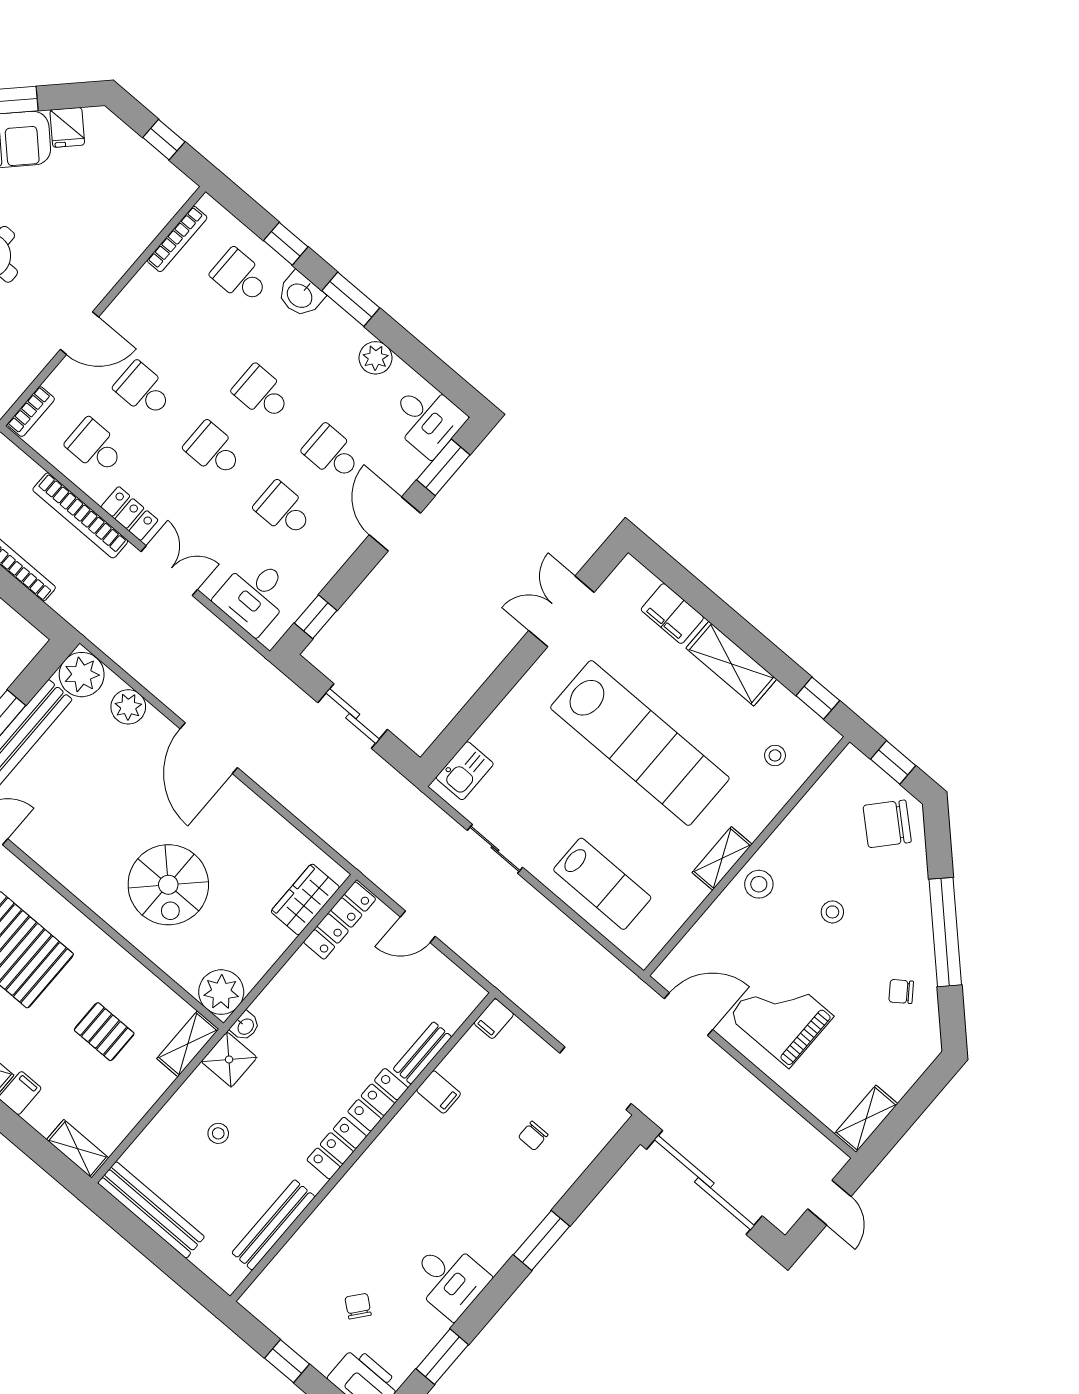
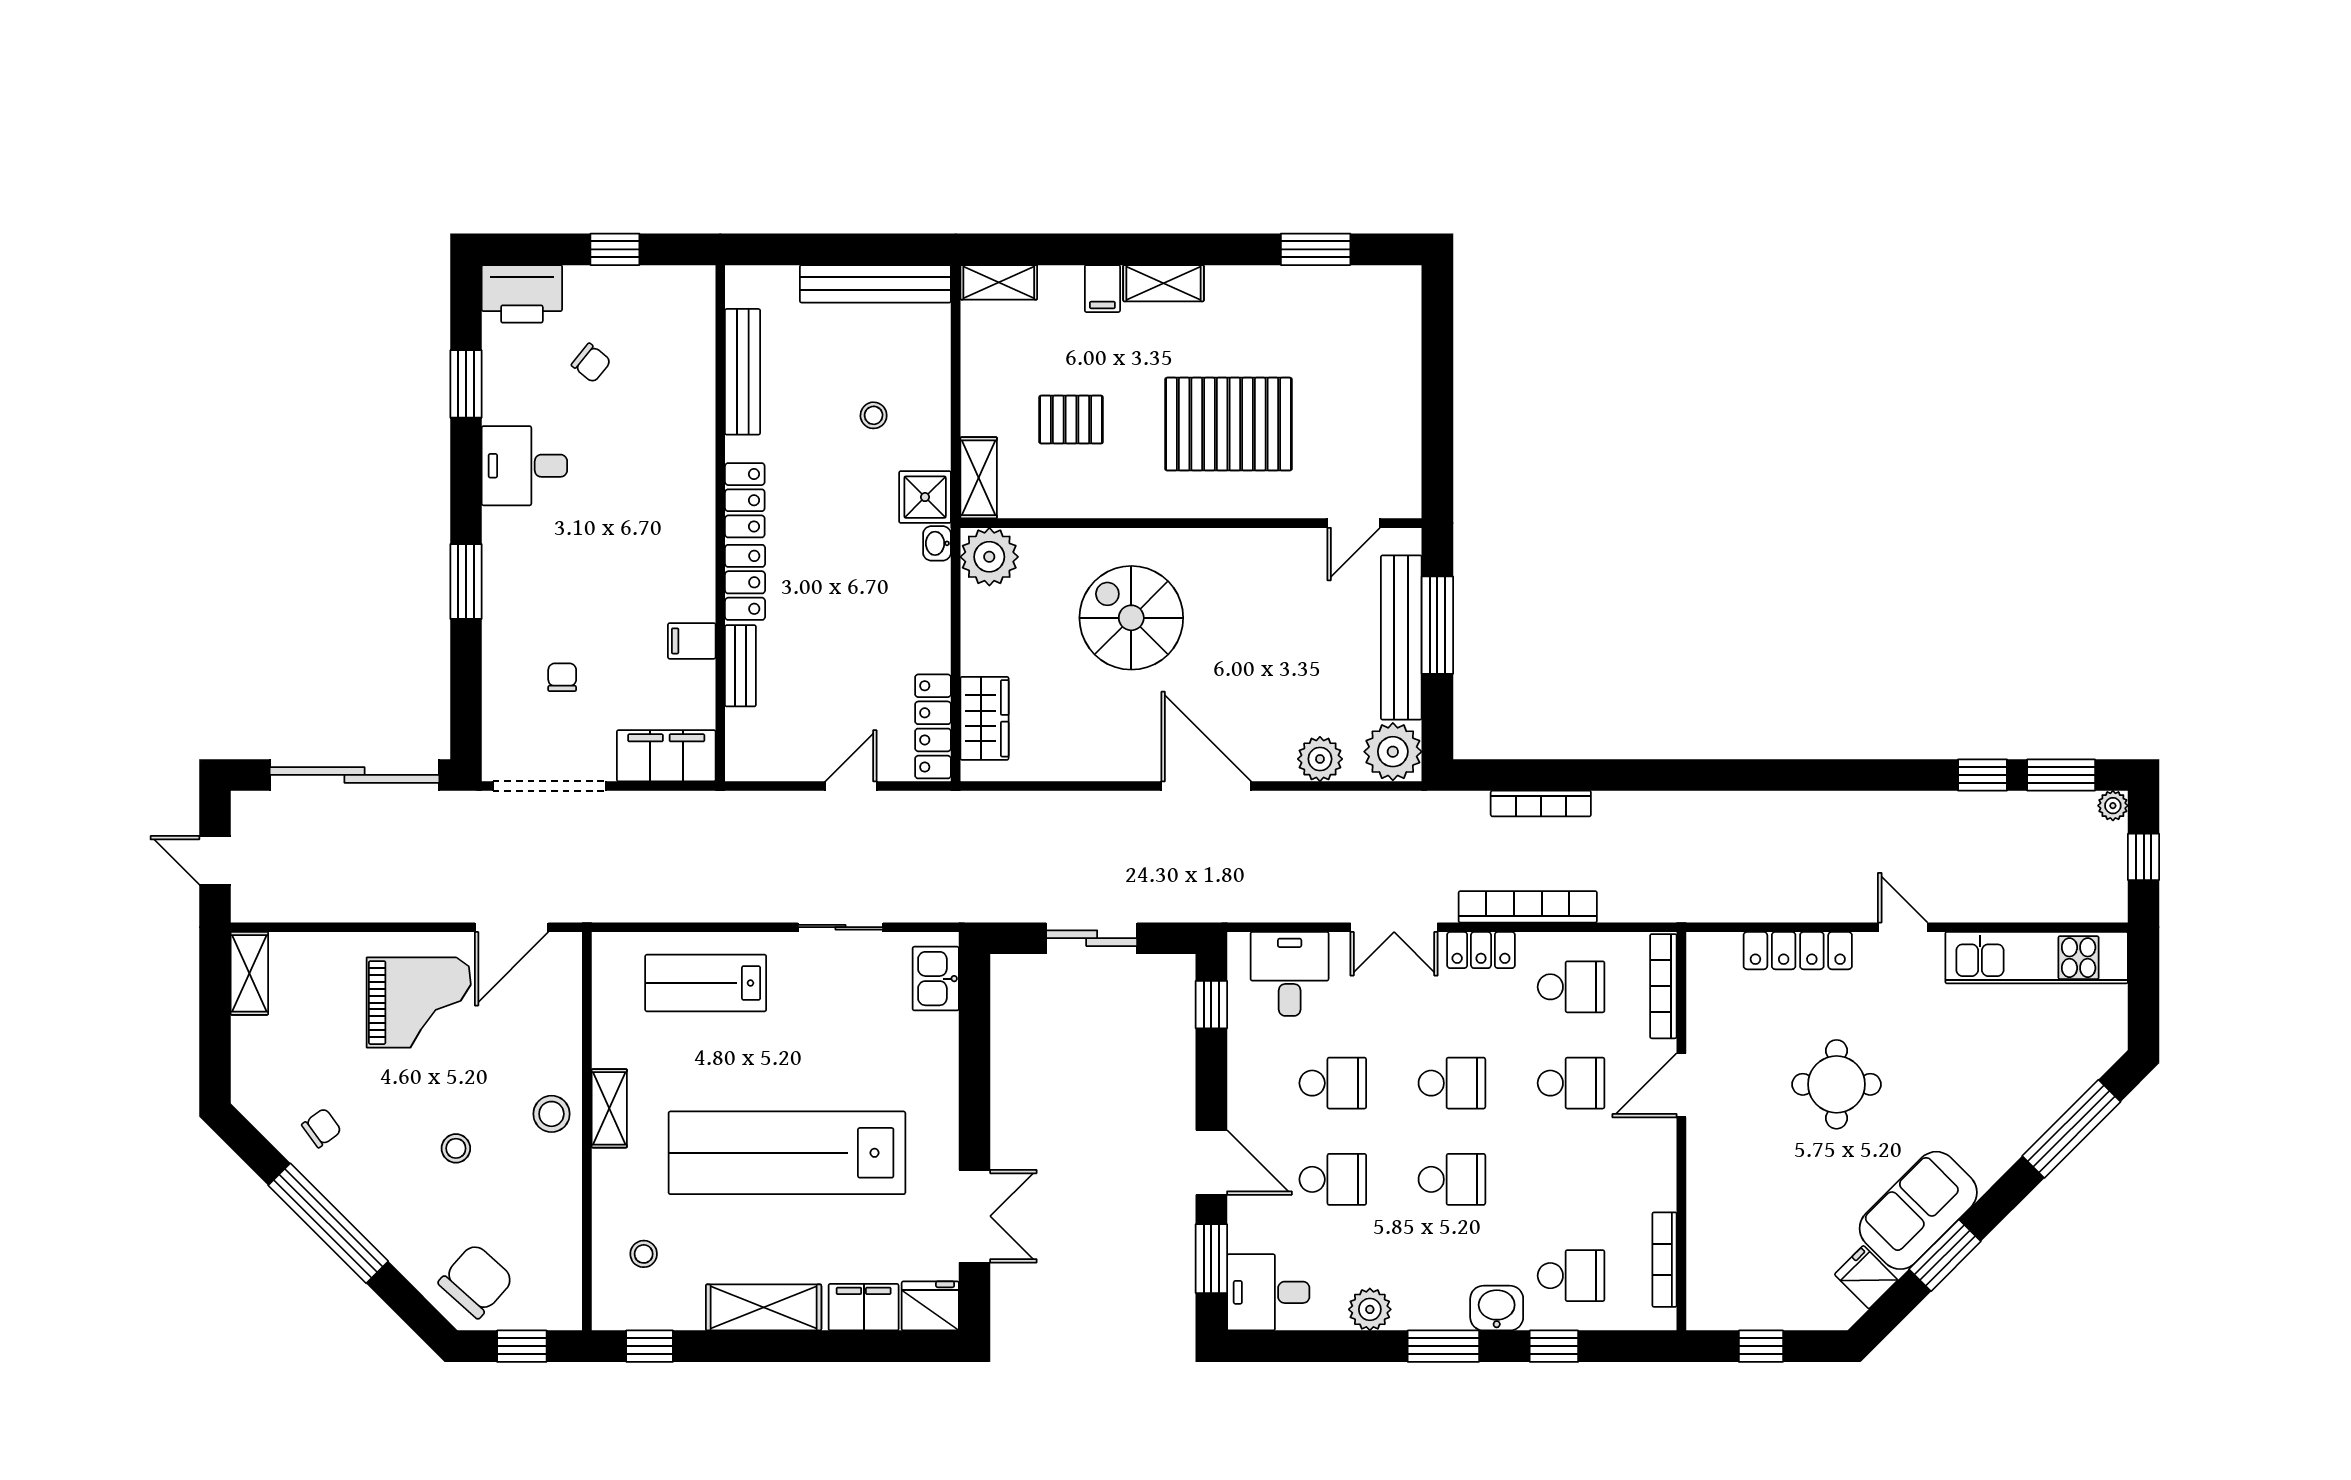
bookcase: (31, 412) -> (1663, 986), width x1.56
fridge: (632, 581) -> (930, 1306), added
filing cabinet: (494, 1019) -> (666, 756), width x3.00, depth x1.17

